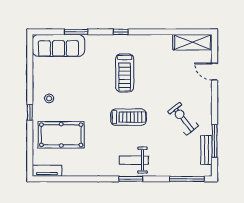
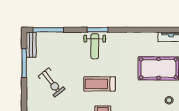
bench: (206, 150) -> (31, 45), moved
weight bench: (134, 160) -> (95, 46), turned 90

